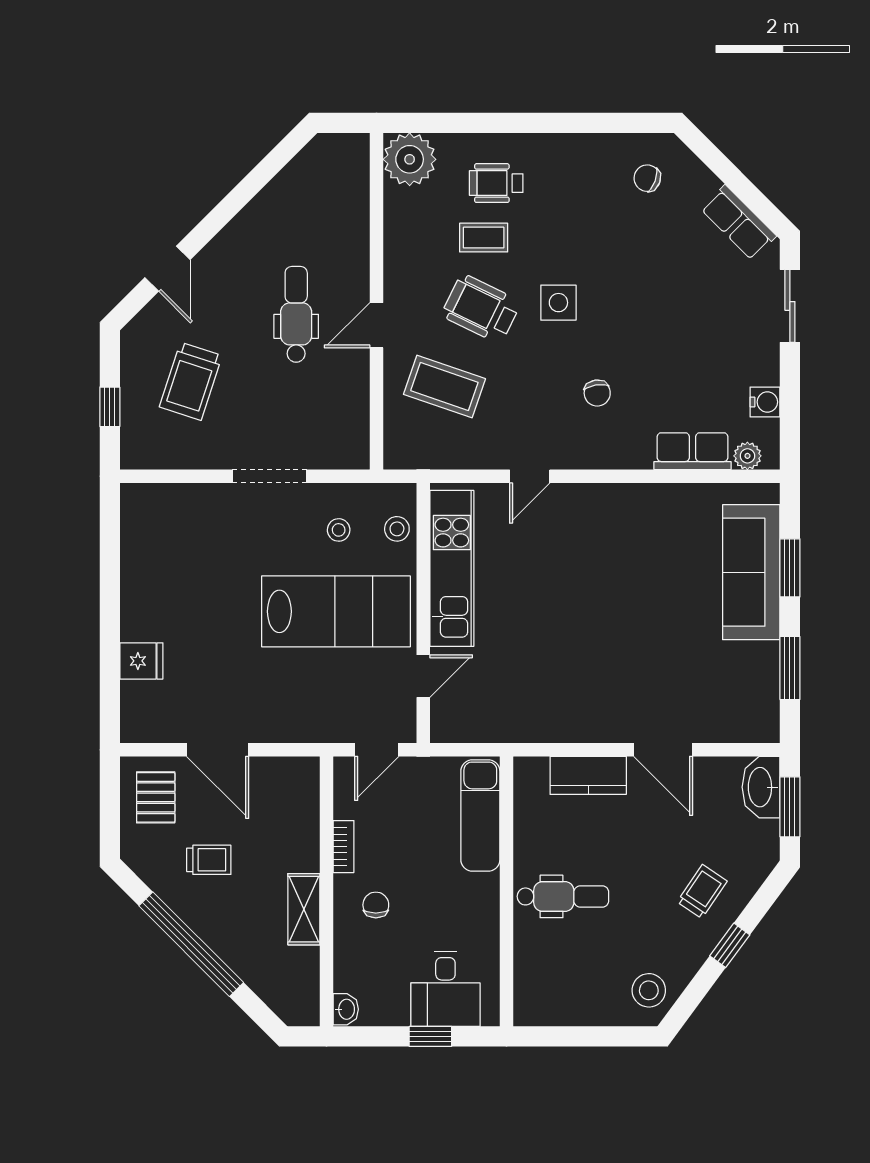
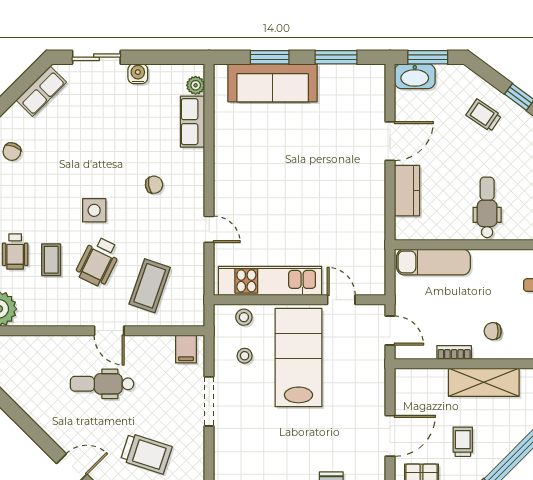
water cooler: (765, 402) -> (138, 74), moved
filing cabinet: (349, 441) -> (186, 349), added
shelving: (304, 909) -> (484, 382), width x1.50, depth x1.33

